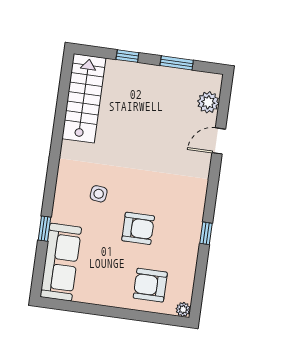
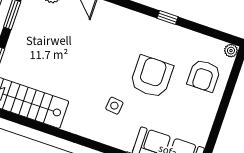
armchair: (138, 228) -> (152, 77), width x1.36, depth x1.36

